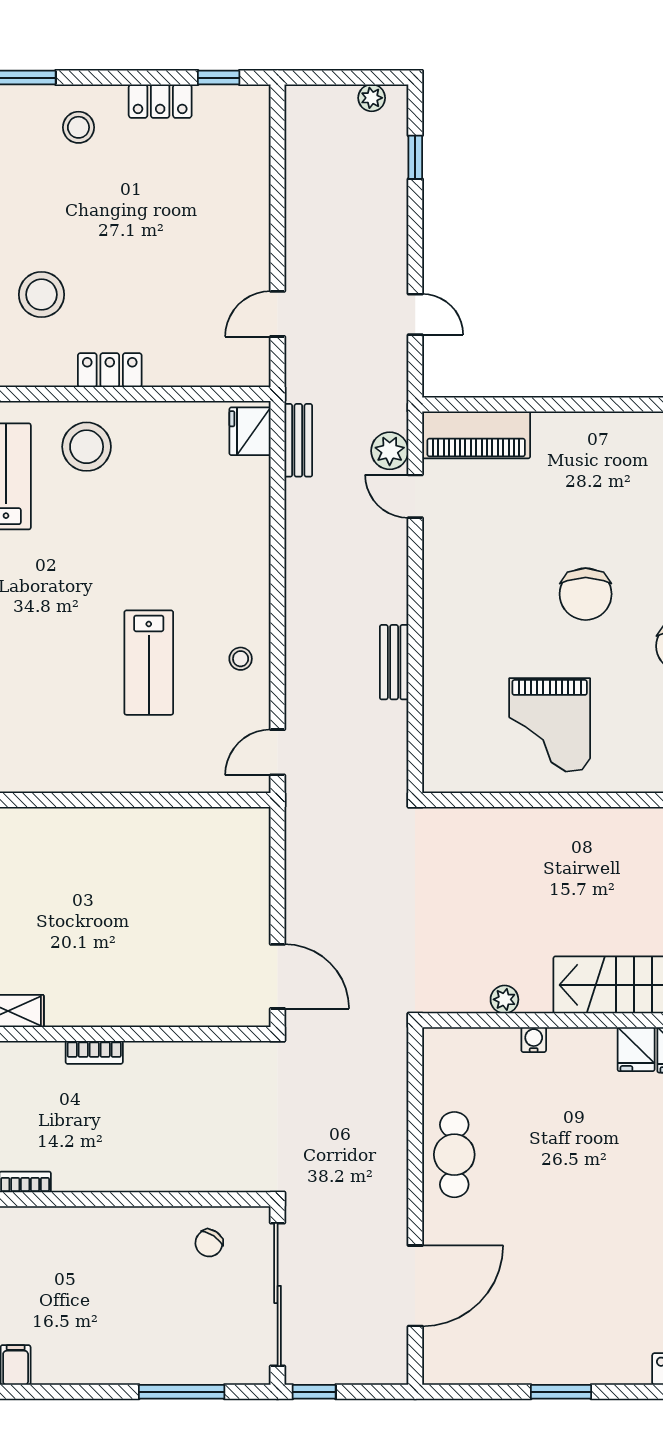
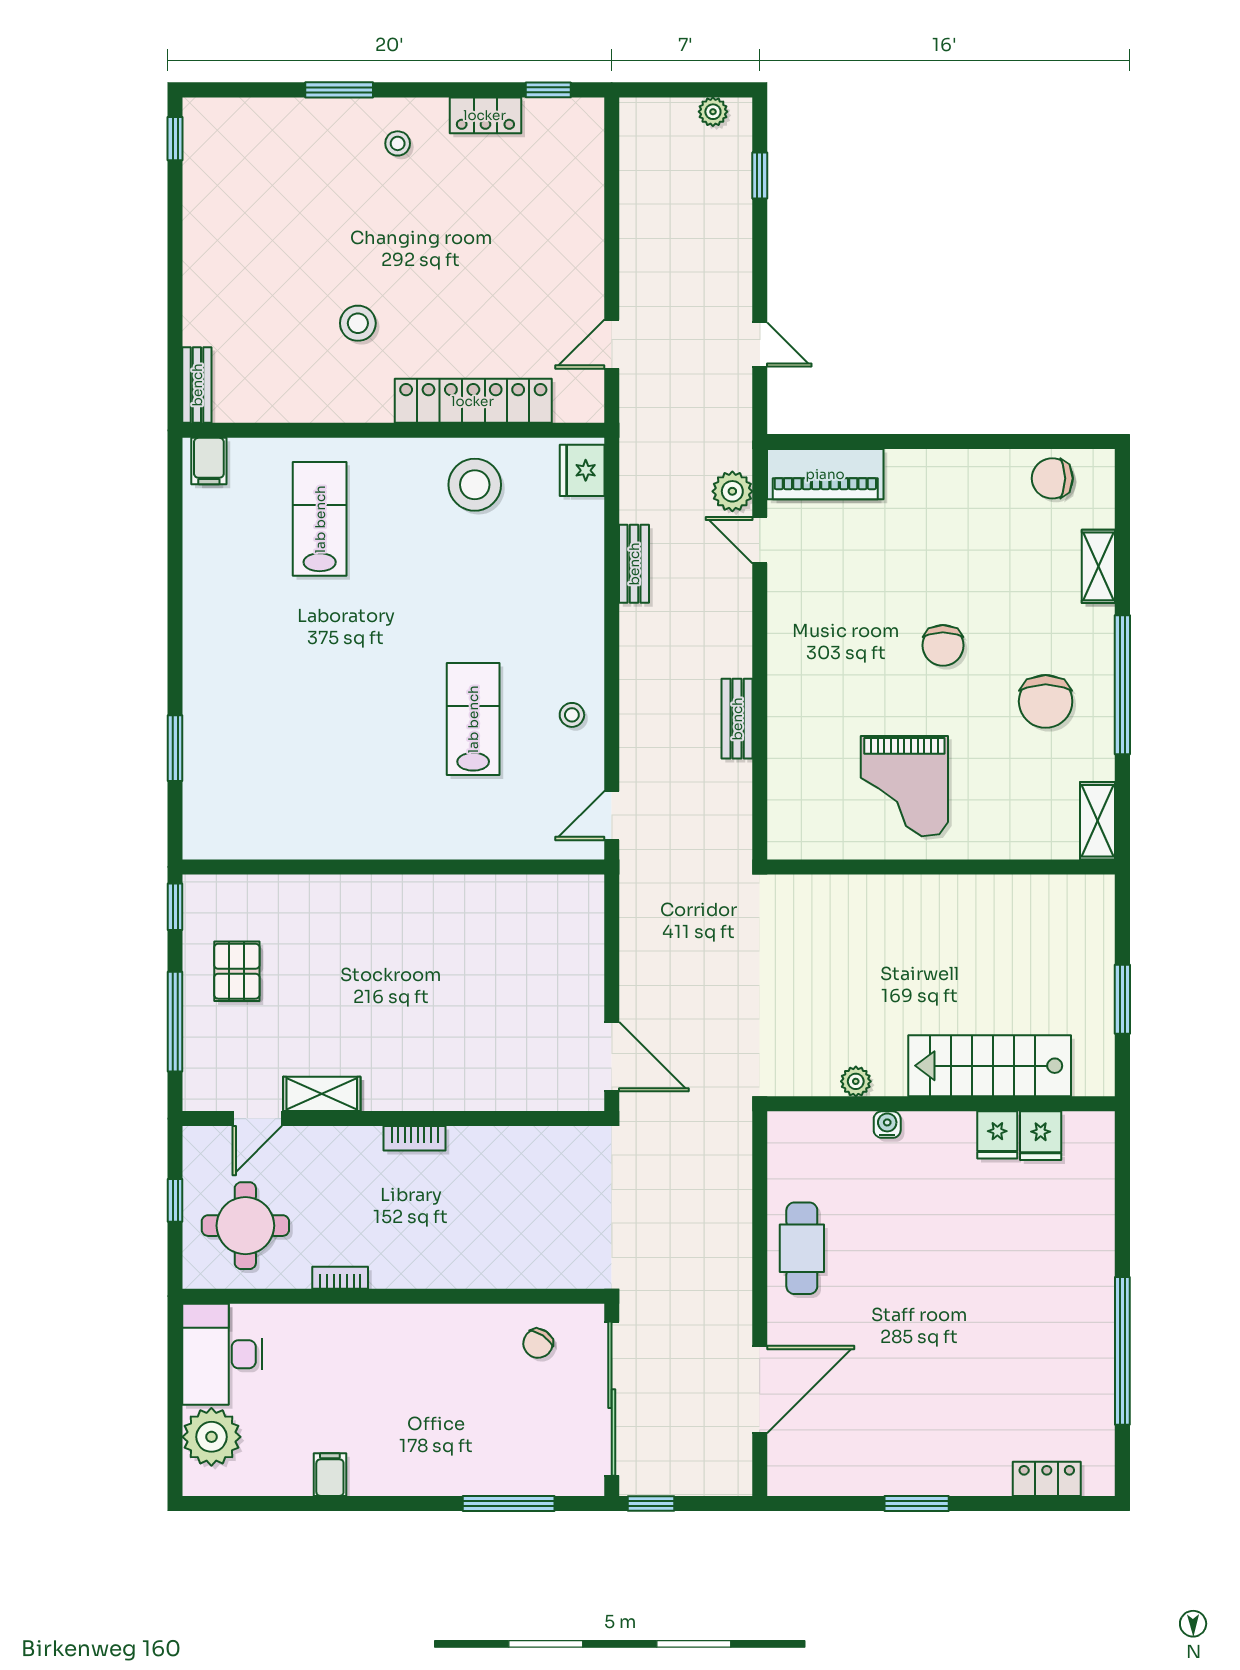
stool: (78, 127) -> (398, 143), width x0.73, depth x0.73
stool: (41, 295) -> (358, 323), width x0.73, depth x0.73
locker: (110, 370) -> (473, 401), width x2.16, depth x1.21
bench: (298, 440) -> (634, 564), moved
stool: (87, 447) -> (475, 485), moved
chair: (586, 594) -> (943, 645), width x0.73, depth x0.73
lab bench: (149, 663) -> (473, 719), turned 180

